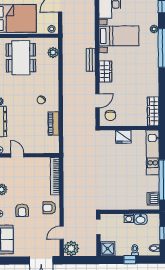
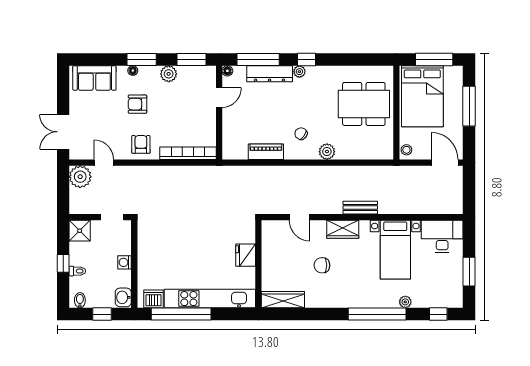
plant: (53, 52) -> (327, 152), moved
chair: (110, 115) -> (322, 265), moved
kitchen unit: (153, 152) -> (210, 299), width x1.36
washbasin: (140, 219) -> (123, 297), moved

